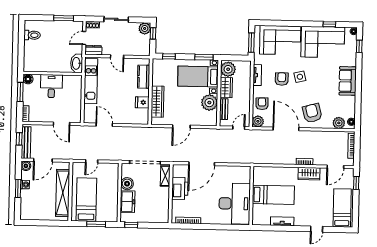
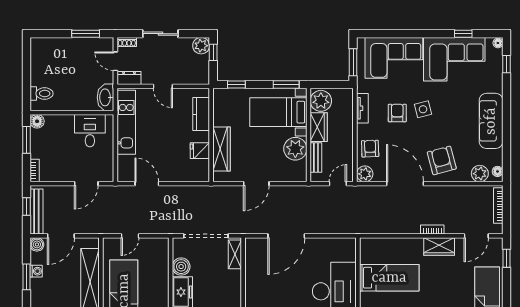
toilet: (32, 35) -> (42, 94), moved
door: (84, 38) -> (115, 61), hinge flipped
sofa: (348, 81) -> (491, 121), width x1.36
desk: (51, 86) -> (90, 131), moved
door: (62, 124) -> (86, 184), hinge flipped
printer: (180, 188) -> (256, 272), removed

